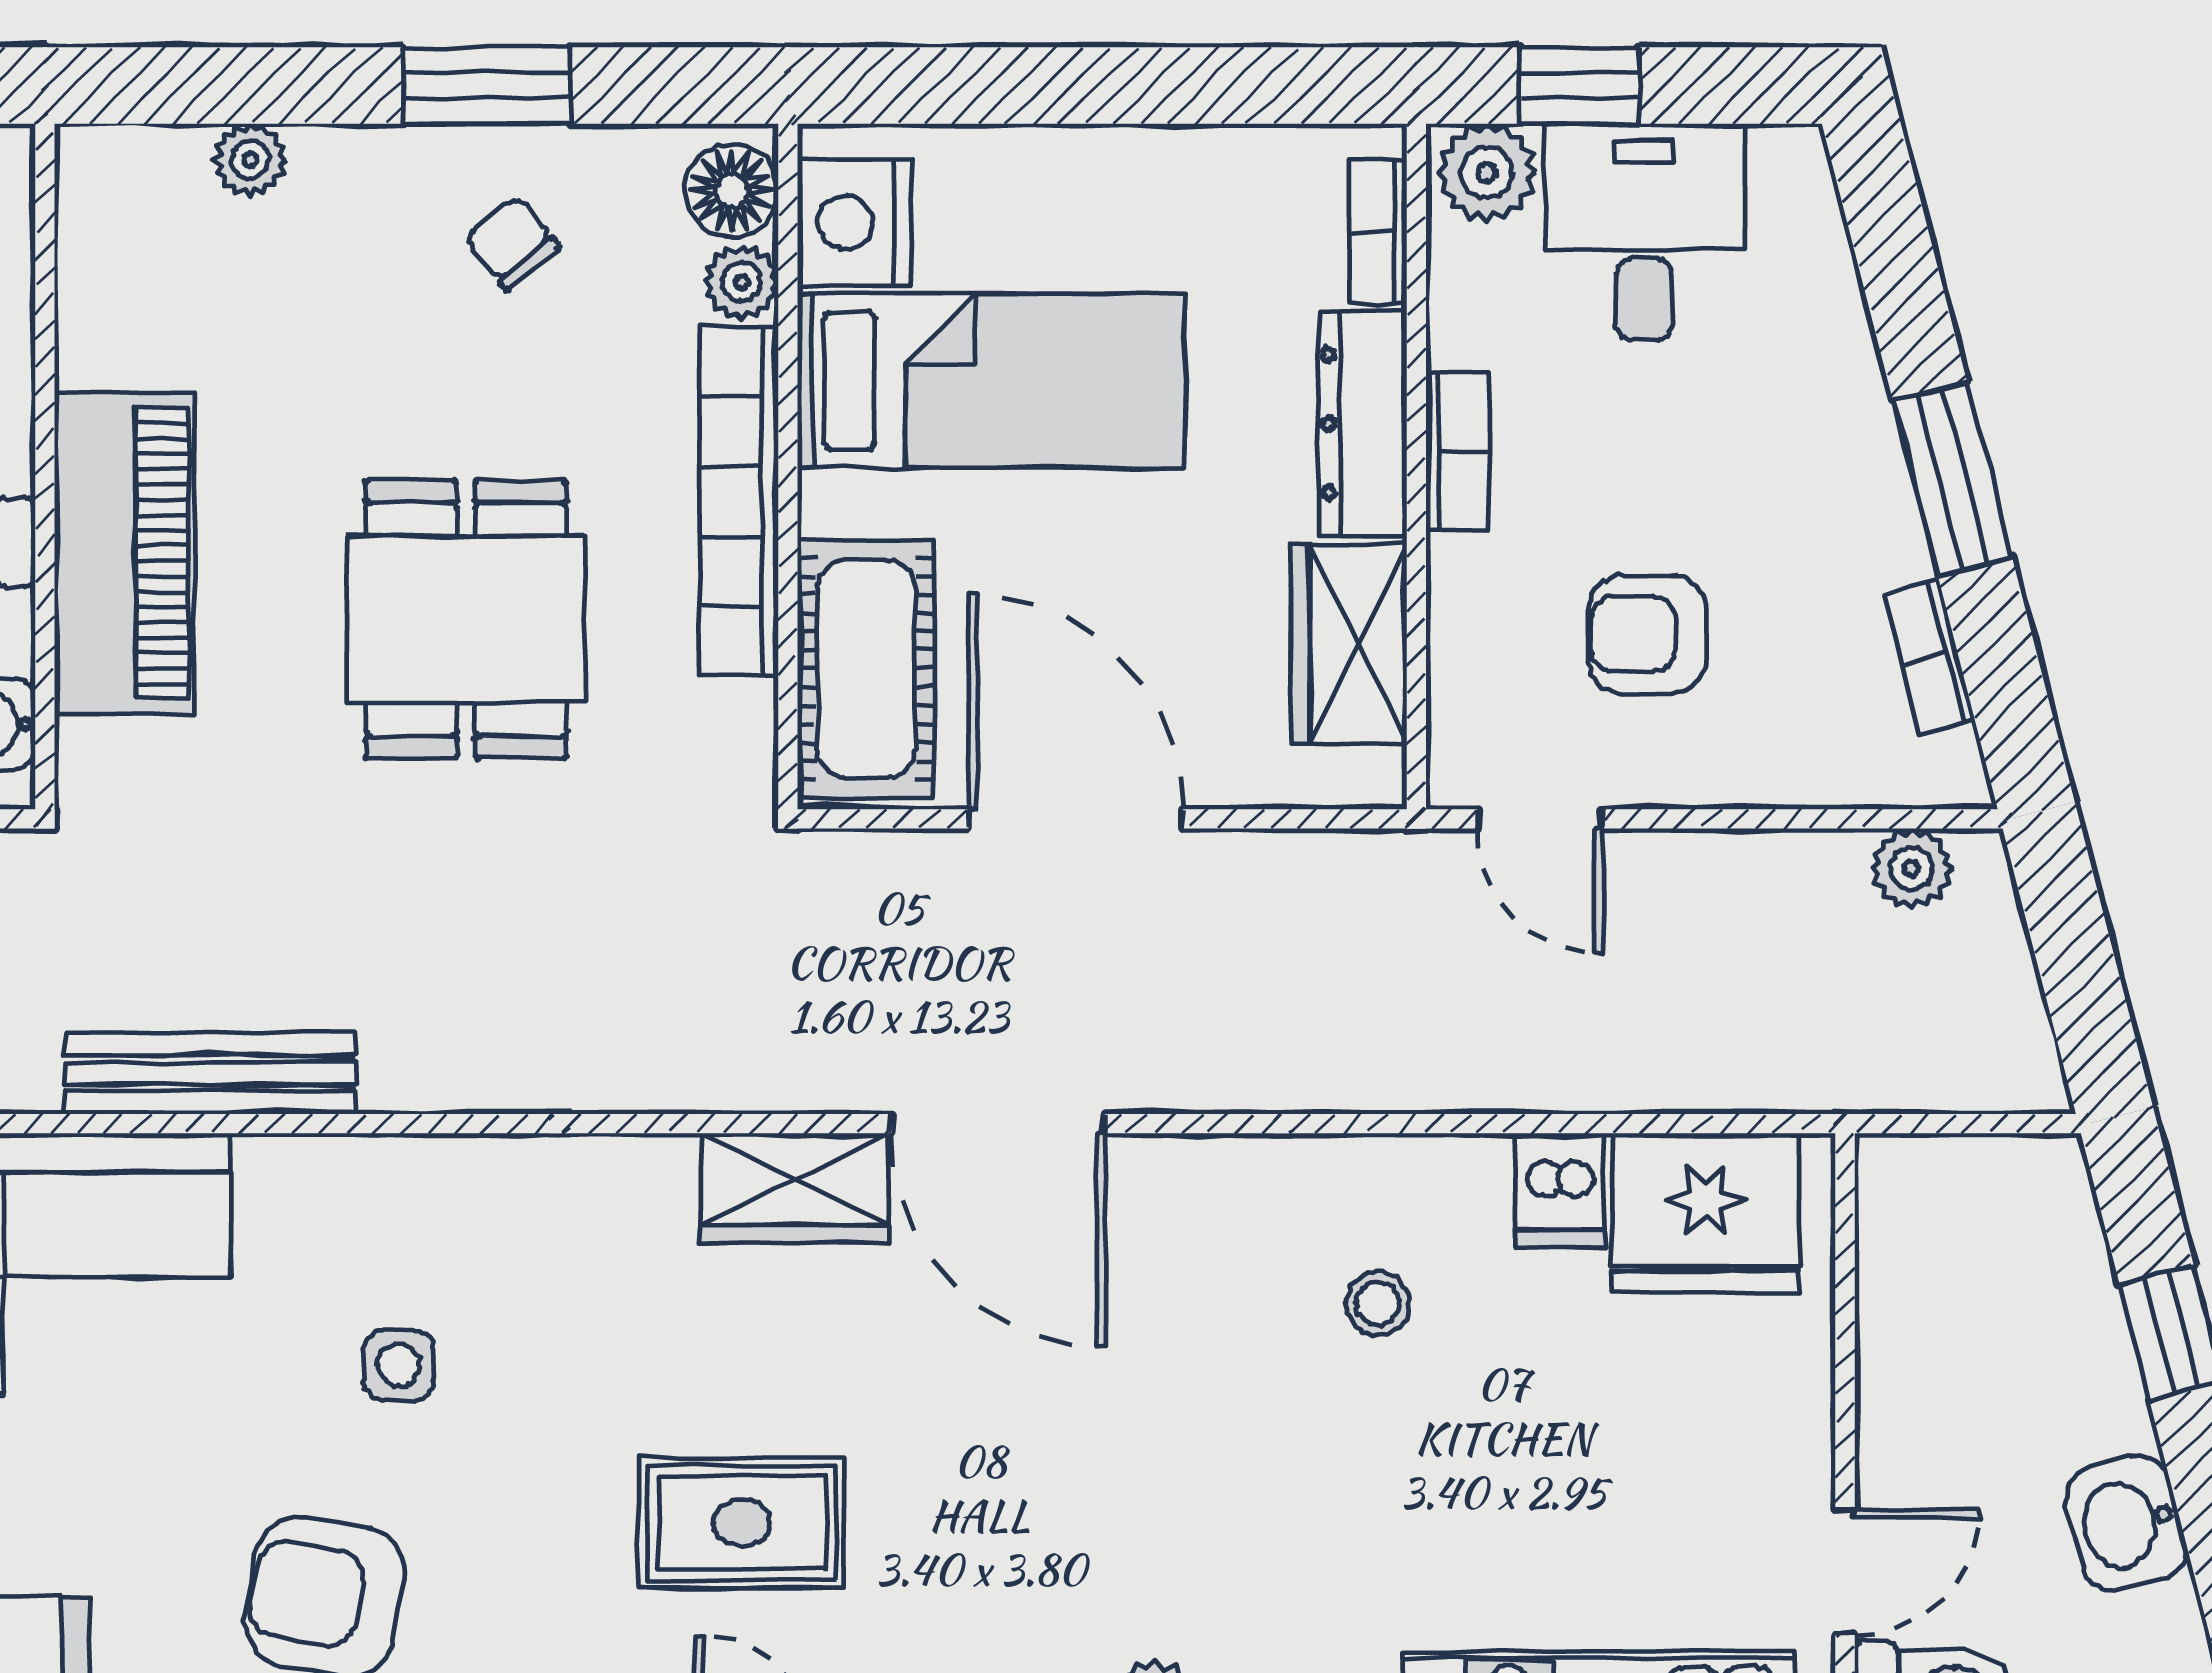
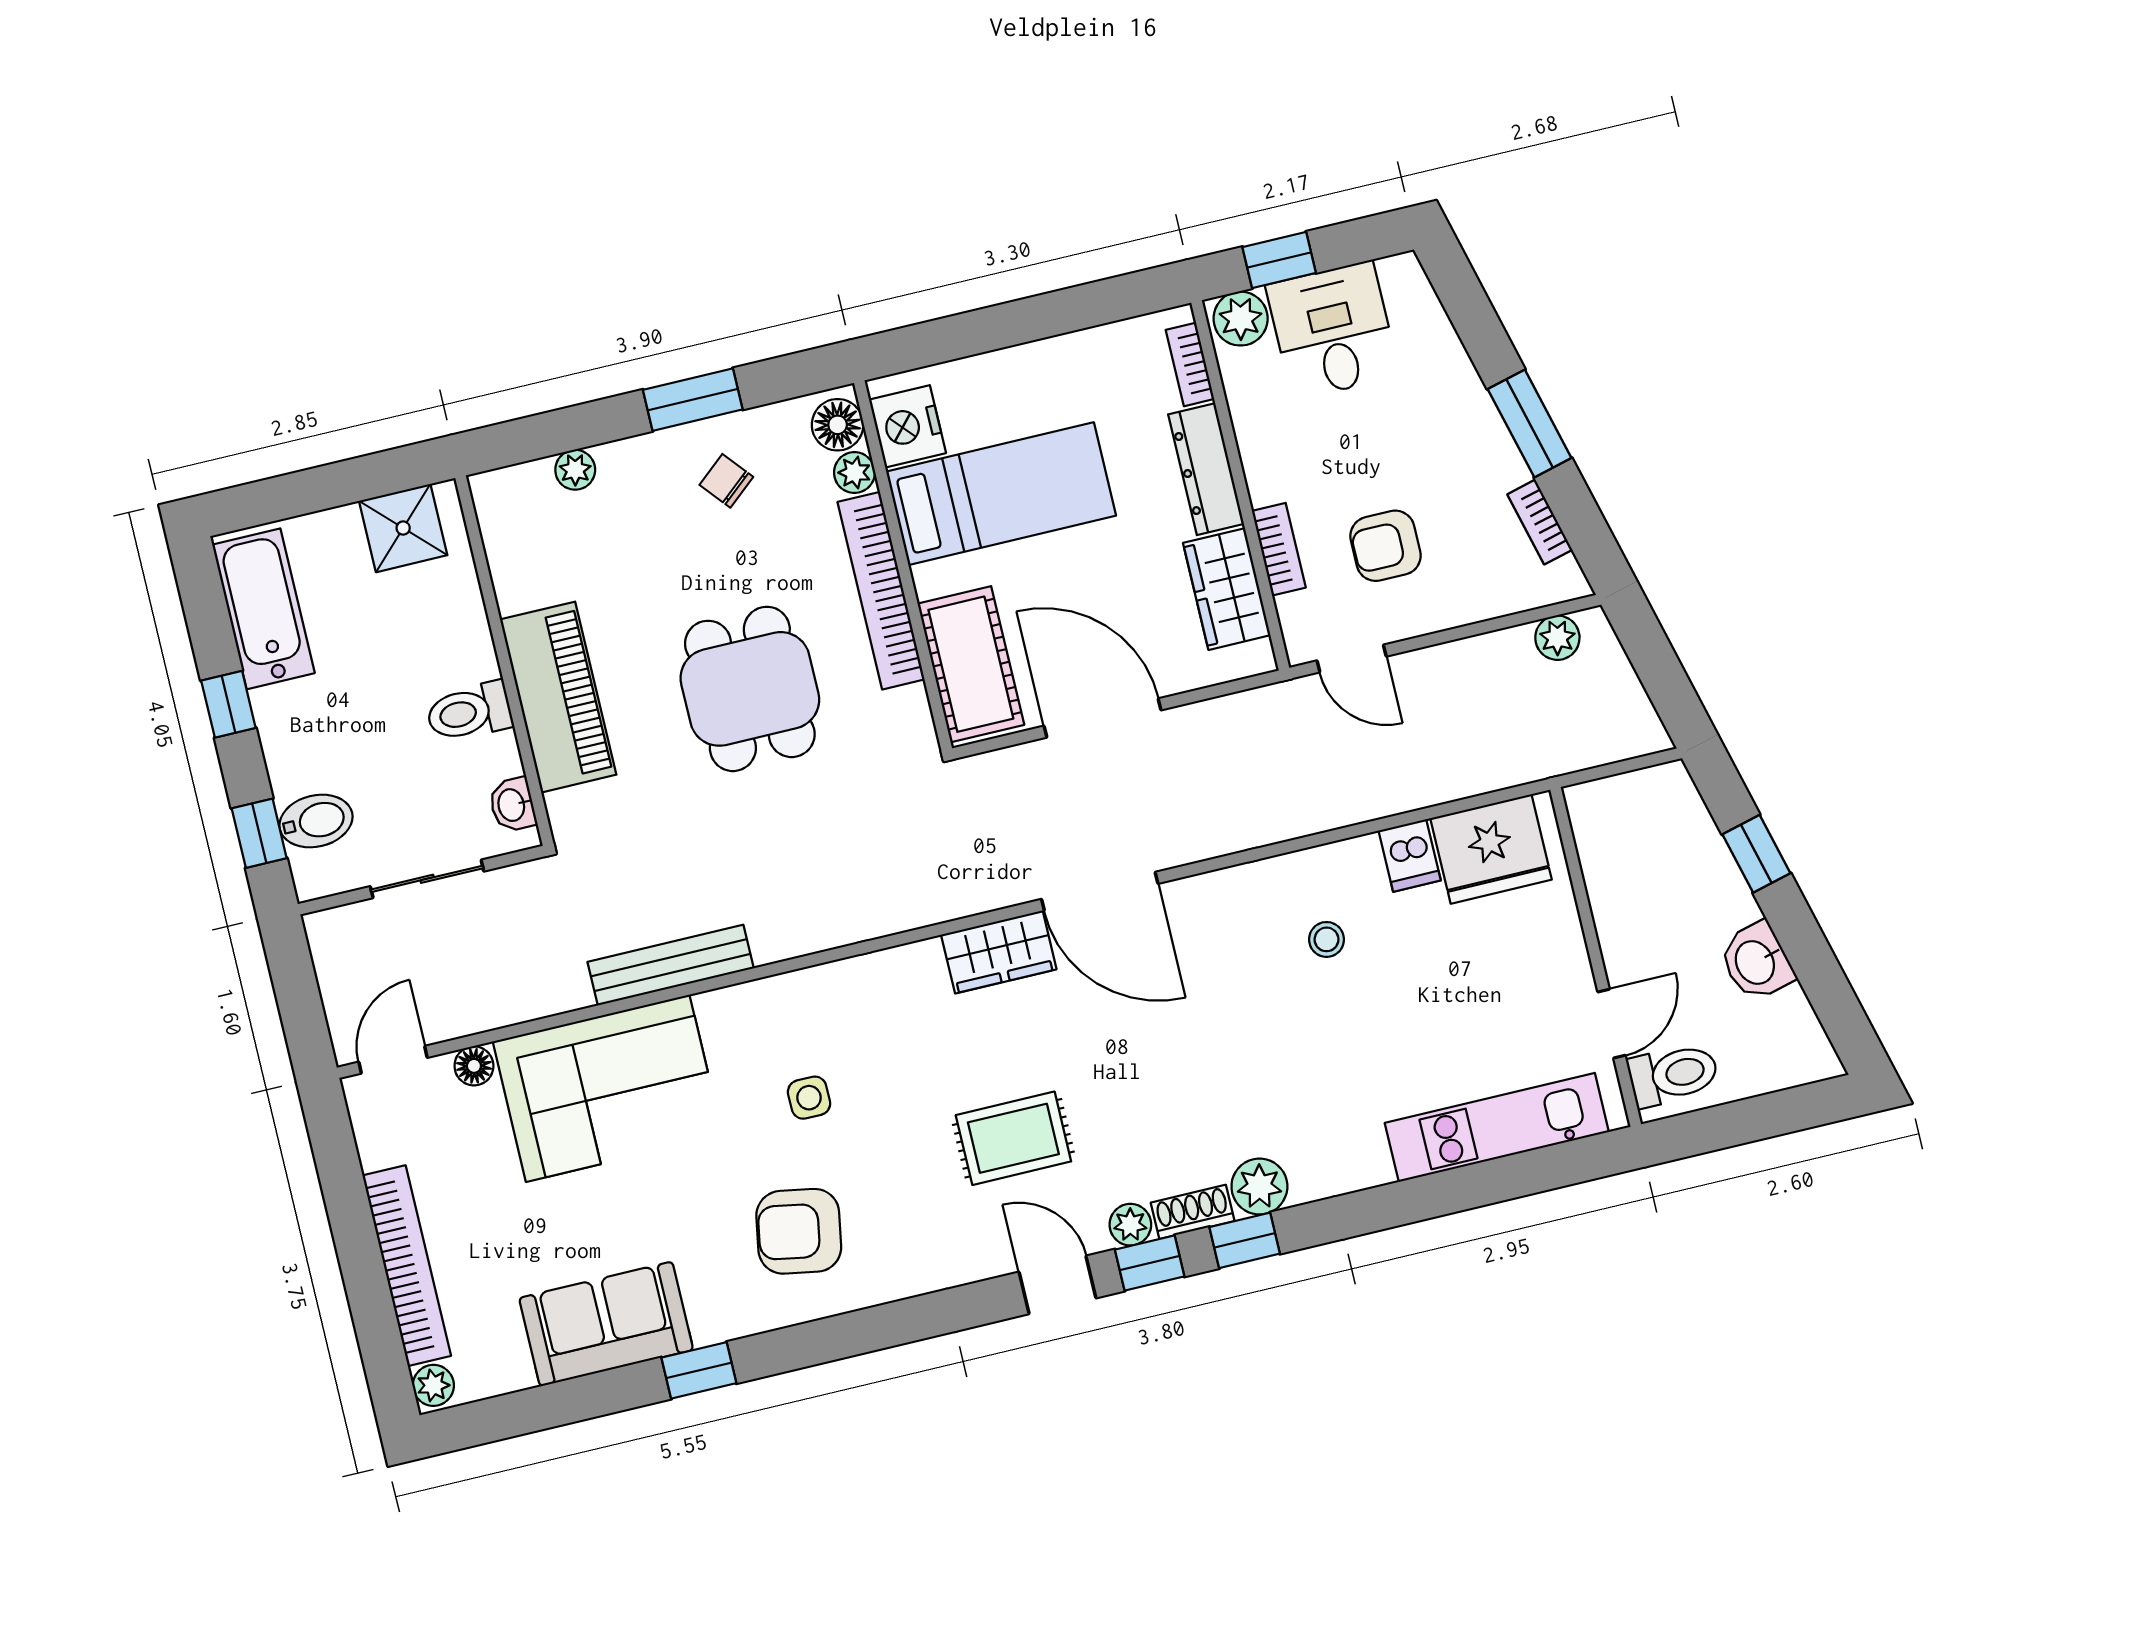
bookcase: (1457, 451) -> (1279, 549), moved

